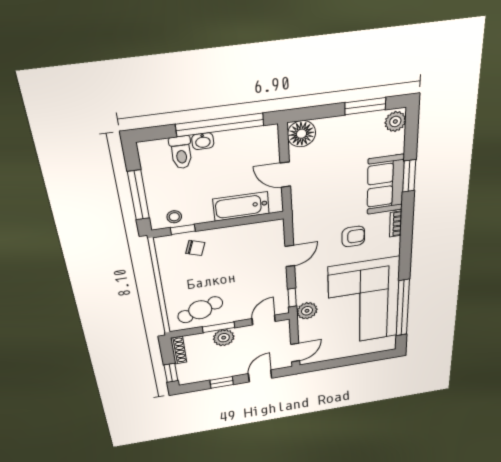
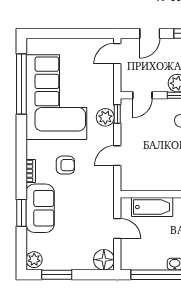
armchair: (353, 237) -> (65, 165), turned 180
plant: (307, 311) -> (105, 117), moved

